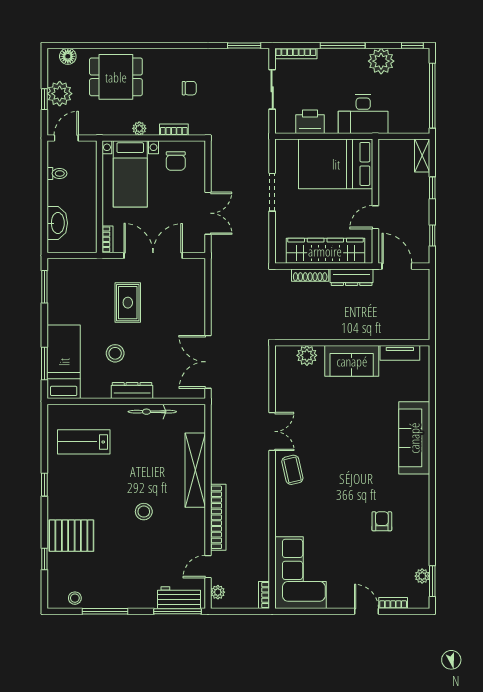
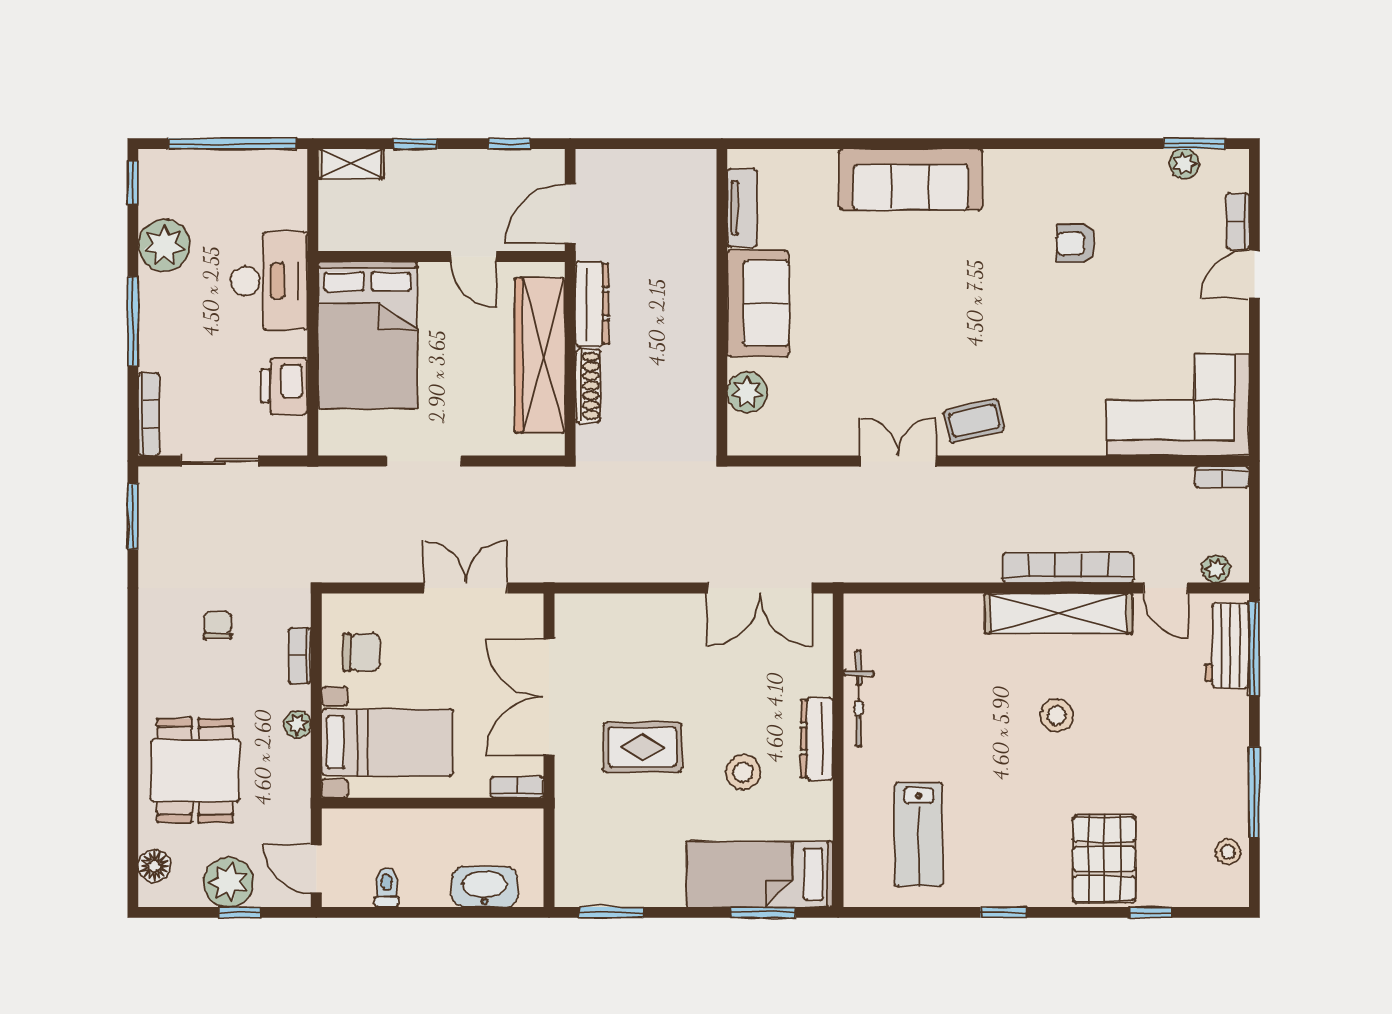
shelving: (195, 470) -> (1059, 613), moved

